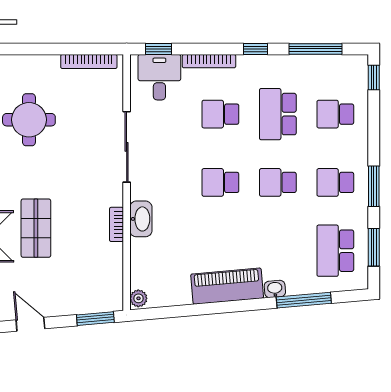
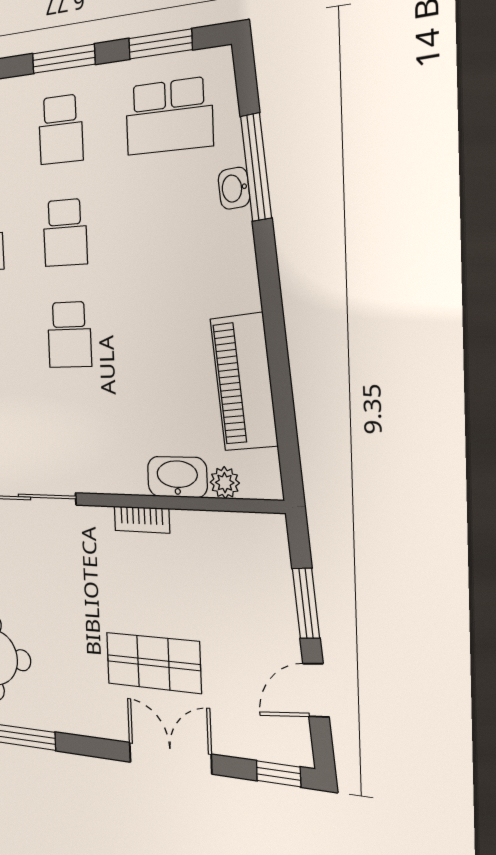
washbasin: (141, 219) -> (177, 477), moved
piano: (227, 286) -> (244, 382), moved
washbasin: (275, 289) -> (234, 188), moved
plant: (138, 298) -> (225, 483), moved
window: (95, 319) -> (306, 603), moved

